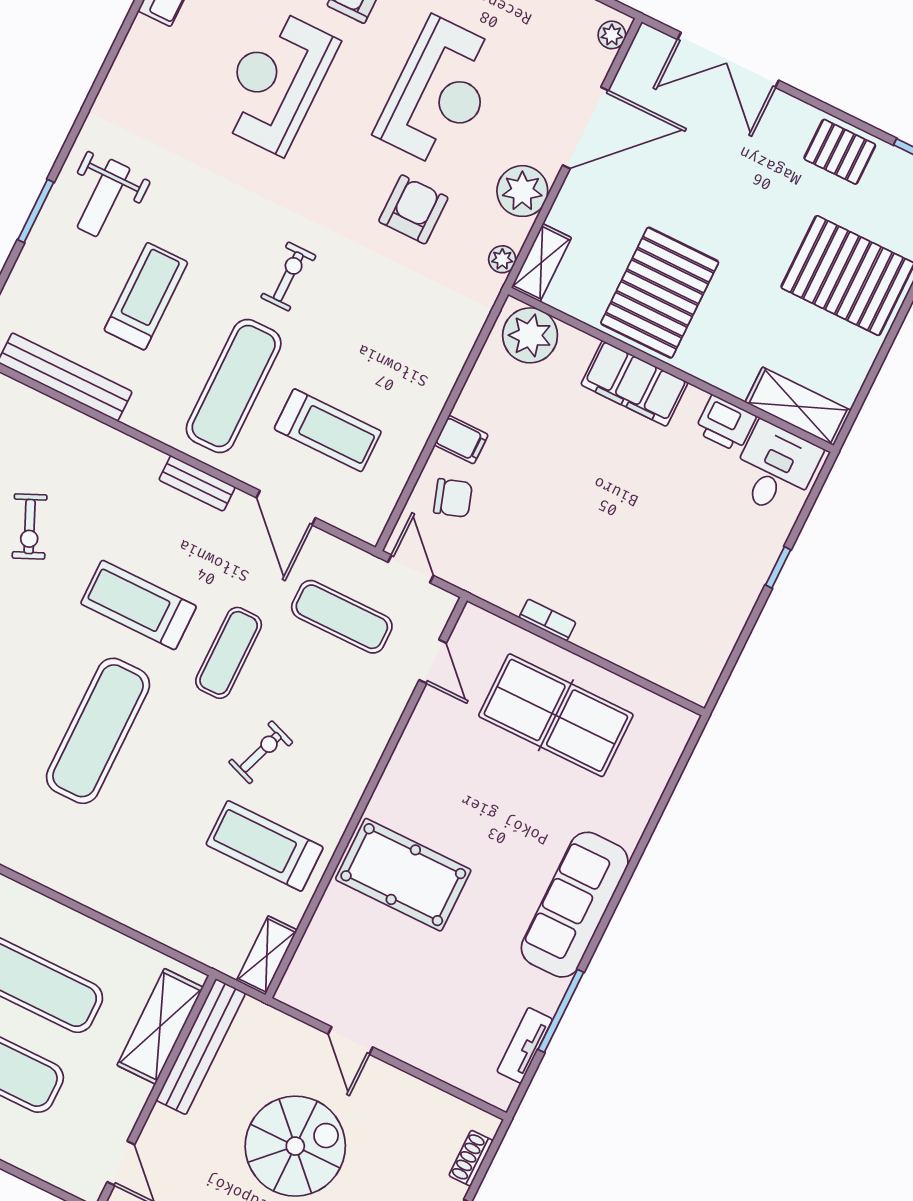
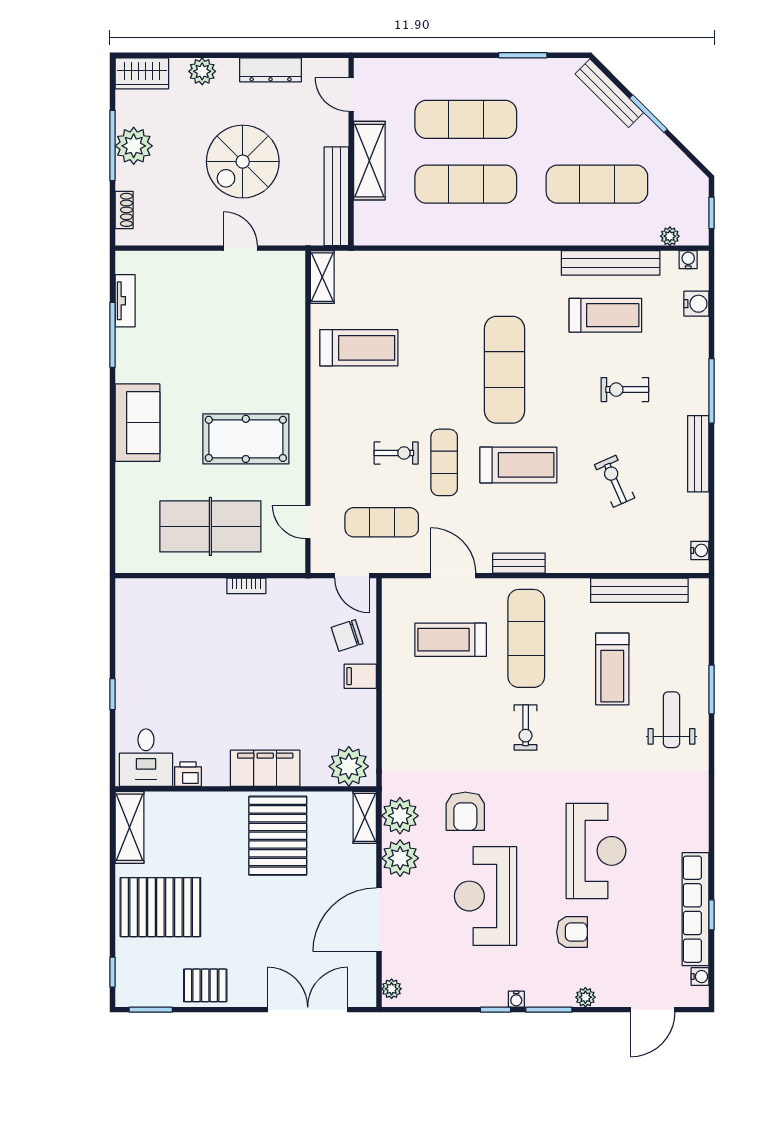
plant: (502, 259) -> (400, 816), width x1.87, depth x1.87
shelving: (798, 406) -> (129, 827), moved, turned 90
printer: (725, 424) -> (188, 774), width x0.73, depth x0.81
exercise bike: (261, 752) -> (396, 453), moved, turned -110
pool table: (403, 875) -> (246, 439), moved
sofa: (575, 905) -> (137, 423), width x0.73
shelving: (160, 1026) -> (369, 161), moved

